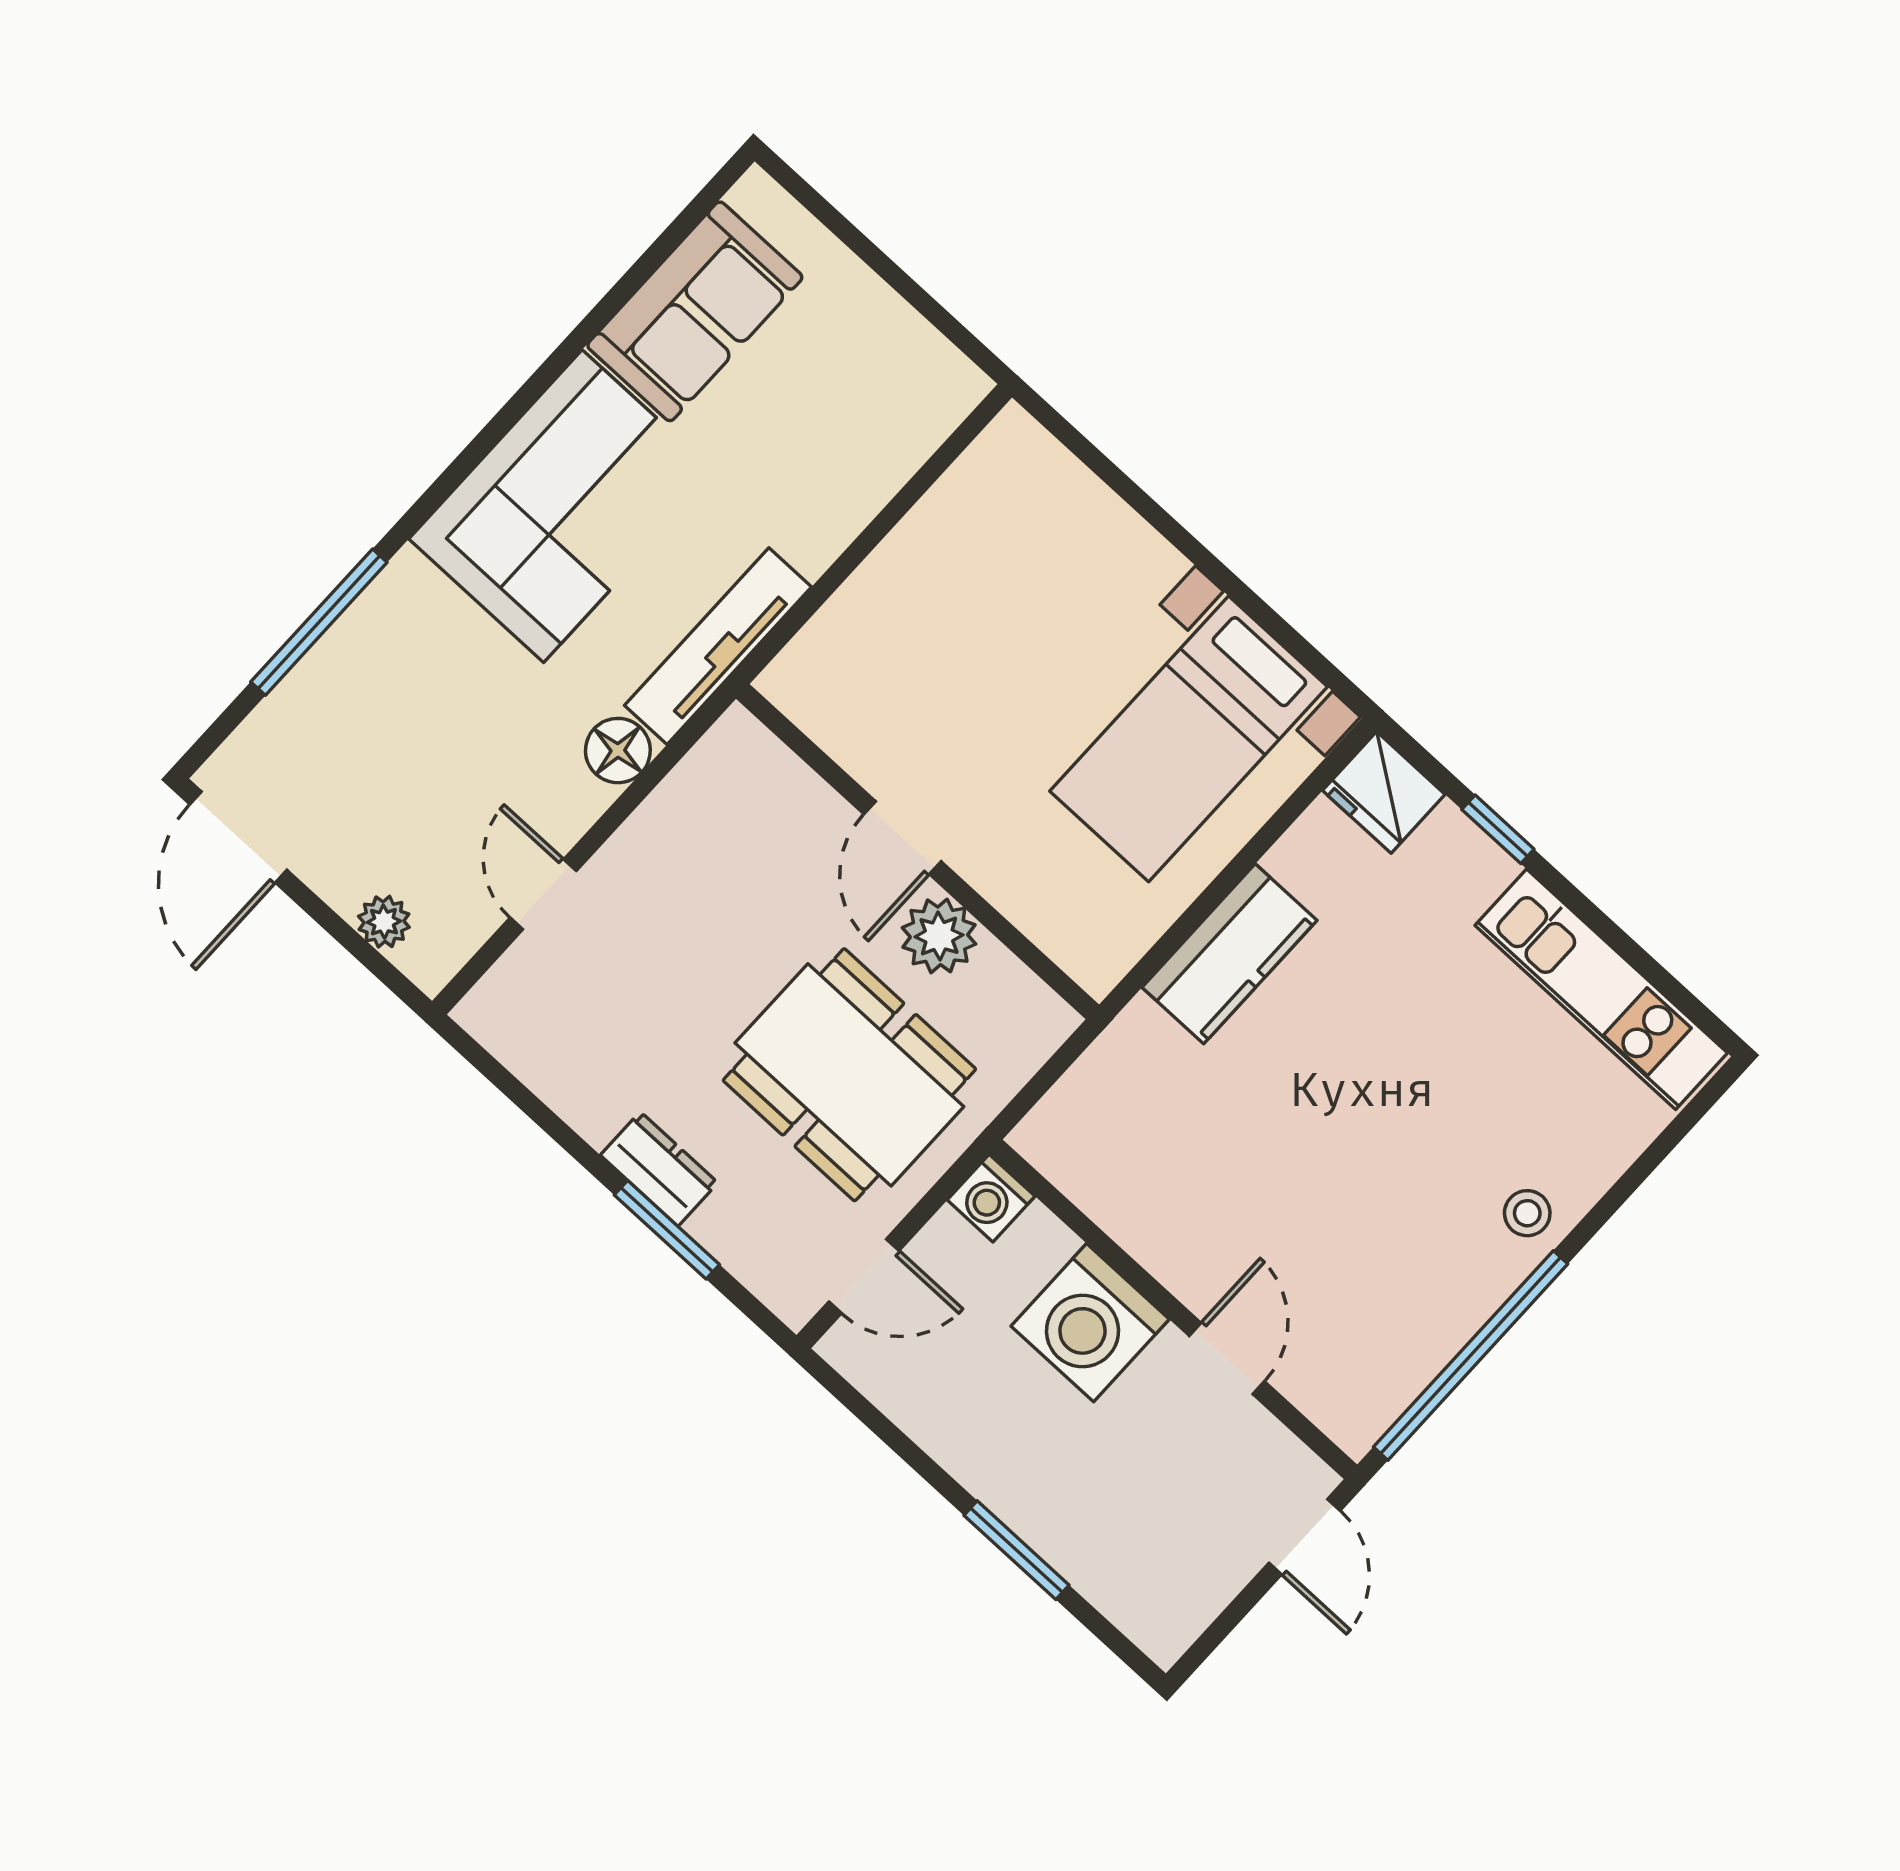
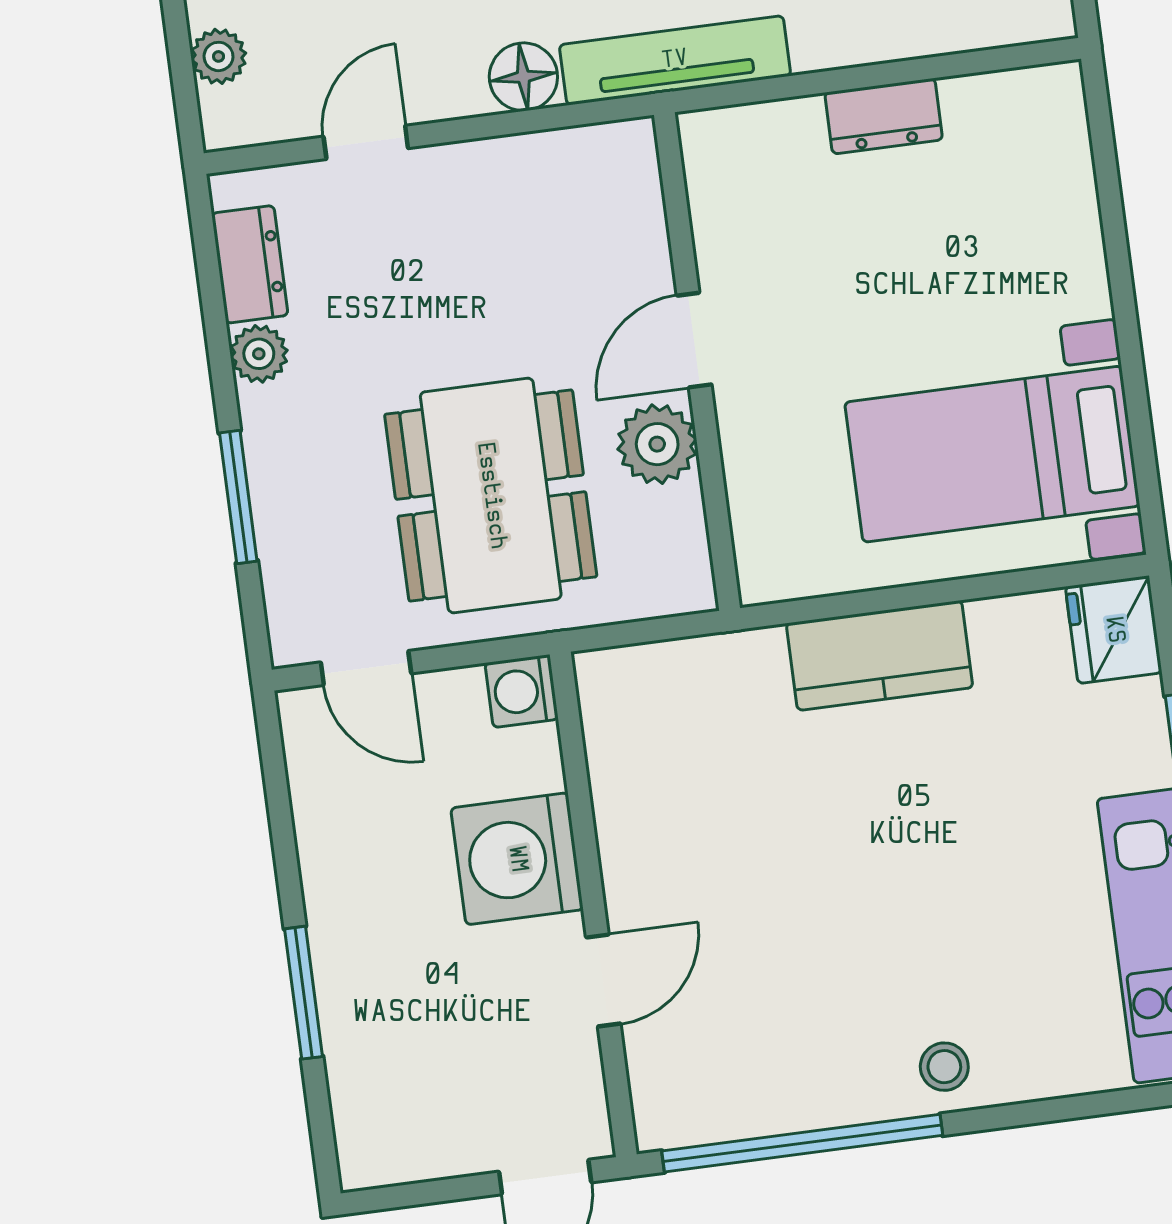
dresser: (904, 560) -> (884, 116), added
plant: (595, 1113) -> (259, 354), added
dresser: (659, 1169) -> (250, 264), moved

